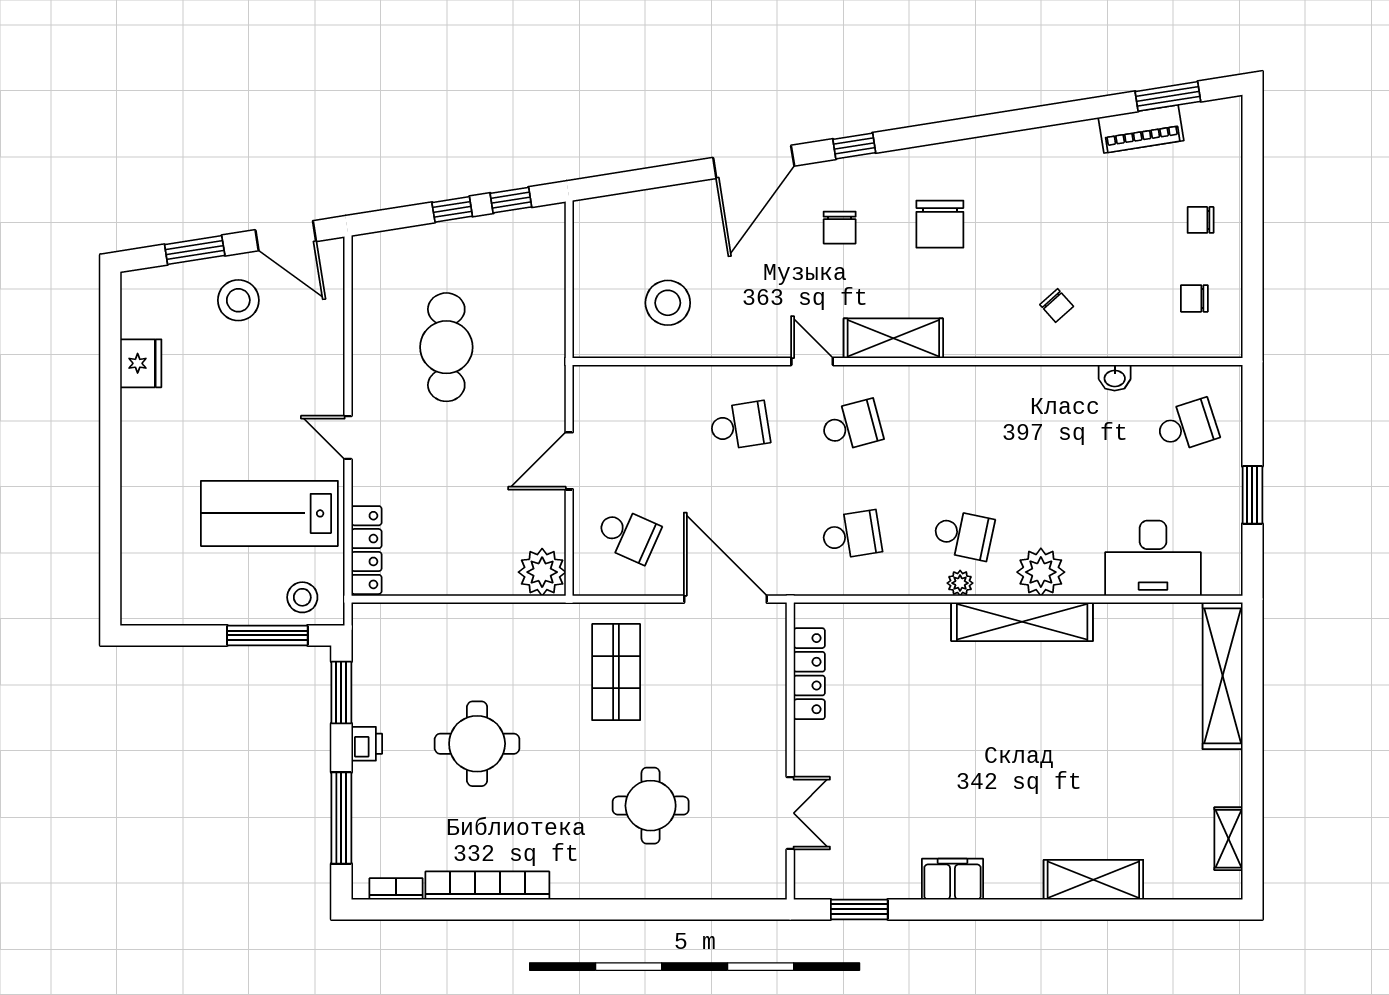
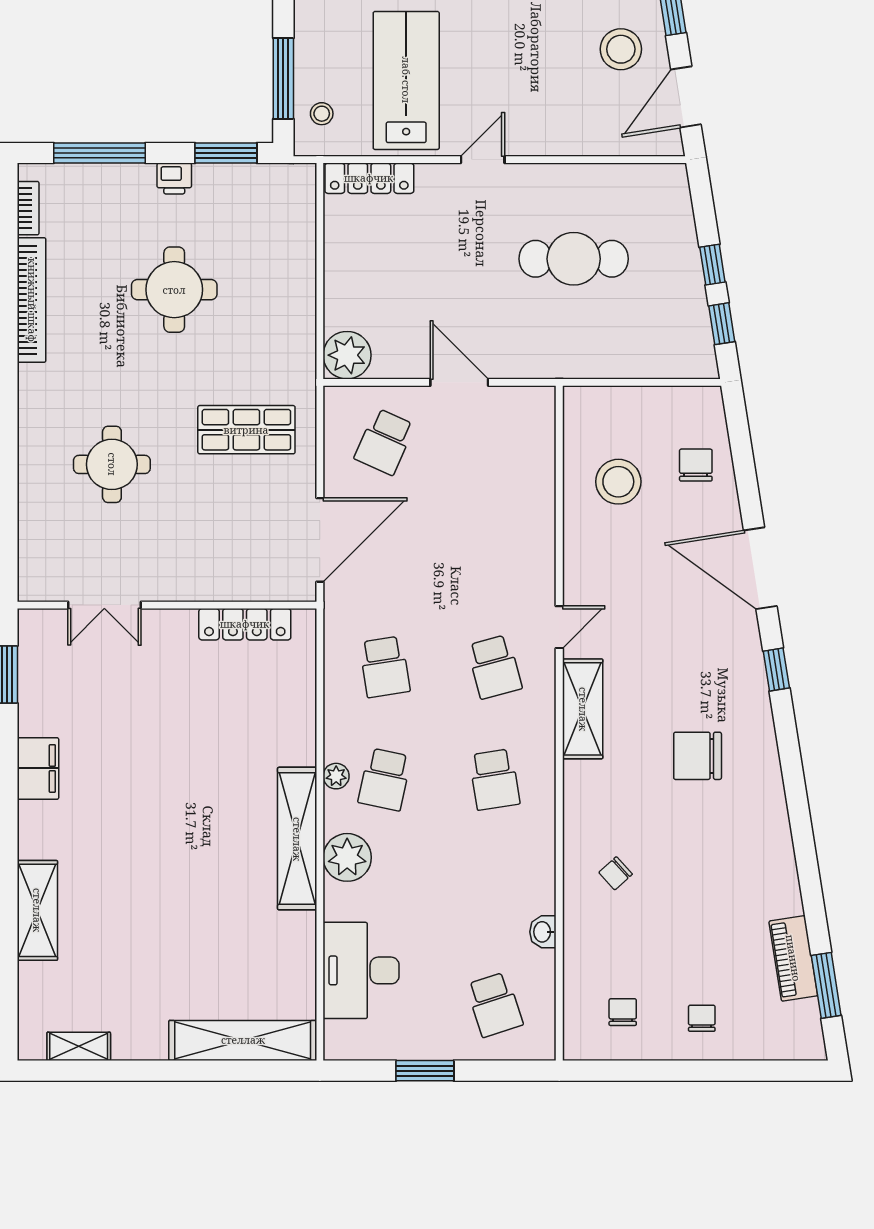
chair: (840, 228) -> (696, 465), moved, turned 90
school desk: (740, 426) -> (494, 779), moved
stool: (302, 597) -> (322, 114), width x0.73, depth x0.73

